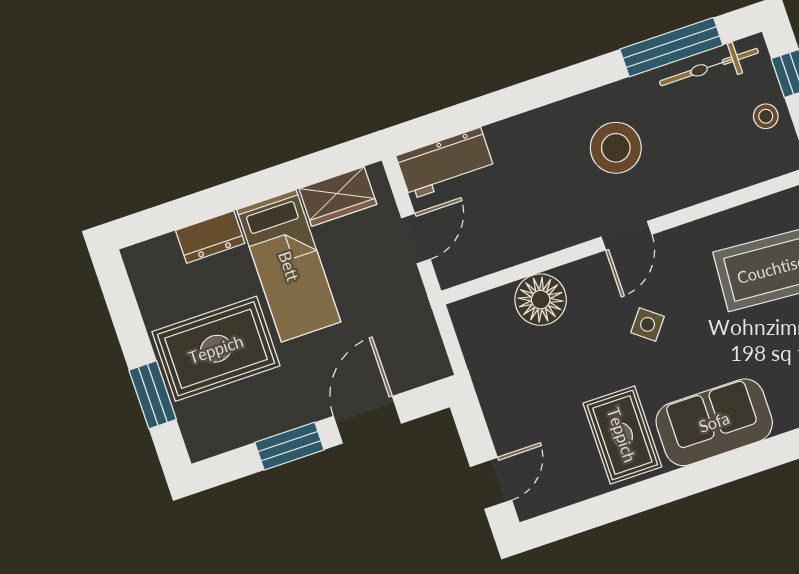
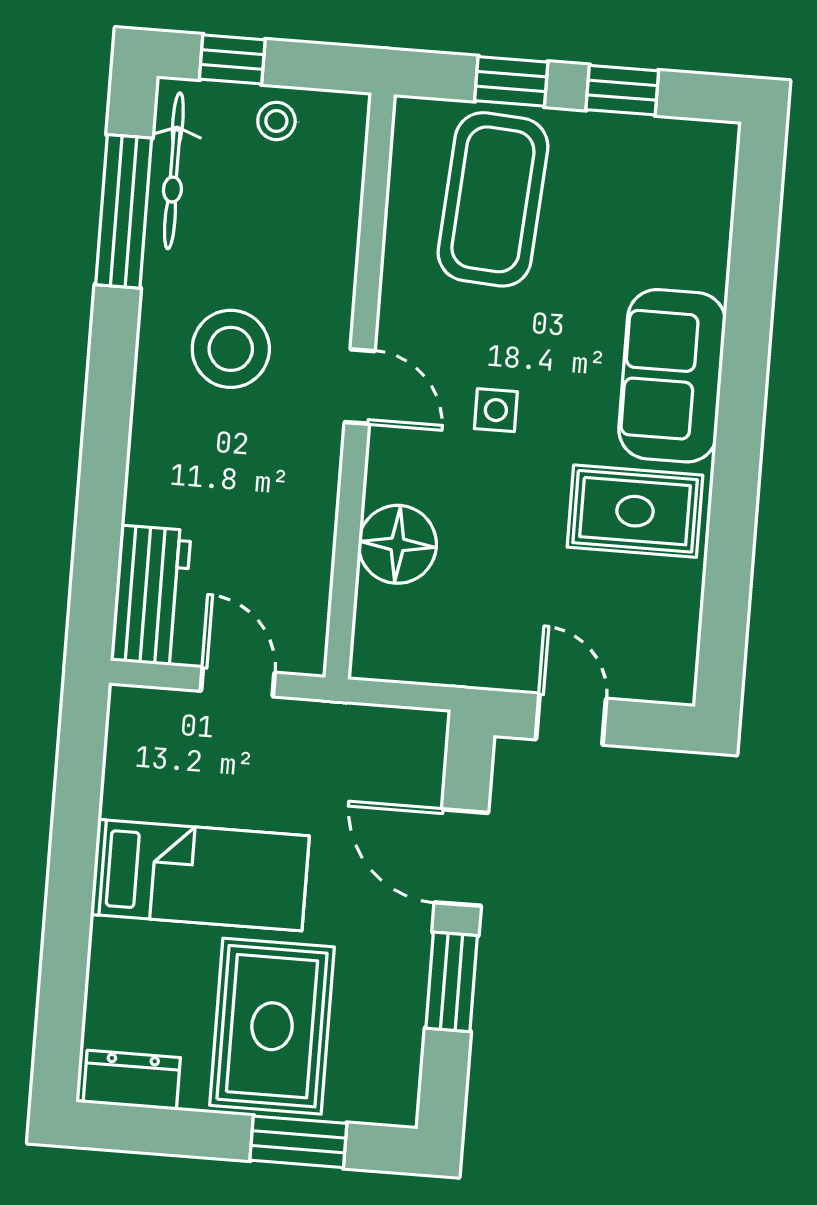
wardrobe: (338, 196) -> (133, 765), removed
dresser: (210, 237) -> (132, 1080), moved, turned -90
side table: (648, 324) -> (496, 410), turned -38
door: (491, 483) -> (571, 719), moved

